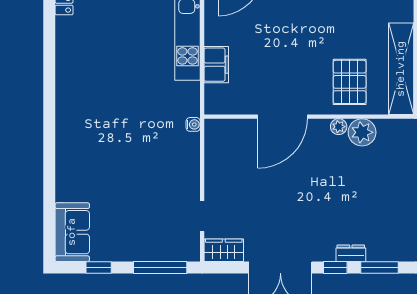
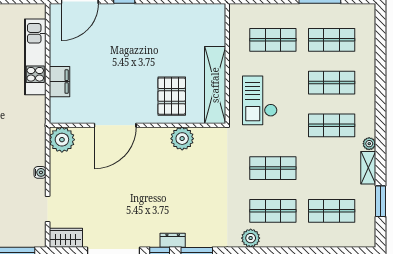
water cooler: (193, 124) -> (40, 172), moved
plant: (339, 127) -> (62, 140), moved, width x1.87, depth x1.87

